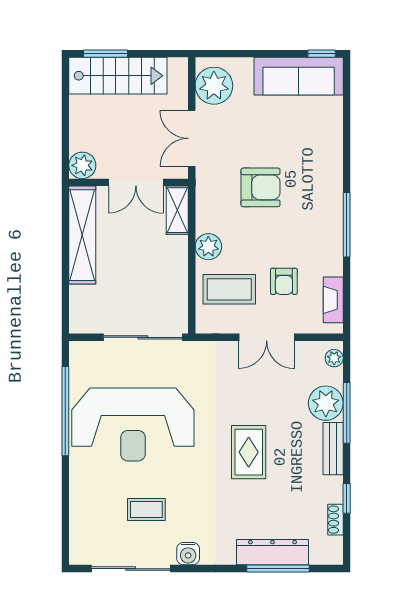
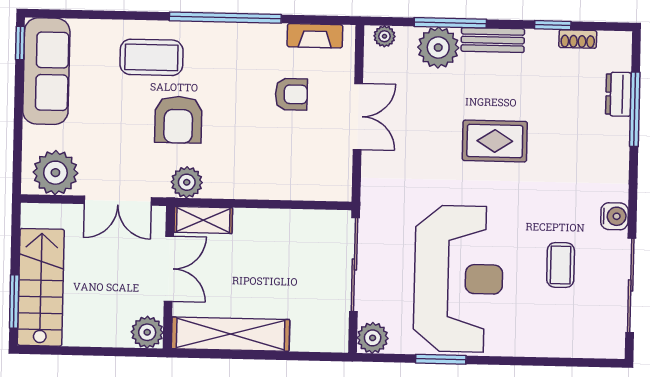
armchair: (260, 187) -> (178, 120), turned 180
window: (347, 225) -> (225, 18), width x1.46
plant: (208, 247) -> (187, 182), moved
coffee table: (229, 289) -> (151, 57), moved, turned 90
plant: (82, 354) -> (373, 338), added
window: (65, 411) -> (441, 359), width x0.47
dresser: (273, 552) -> (618, 94), width x0.51, depth x0.80

